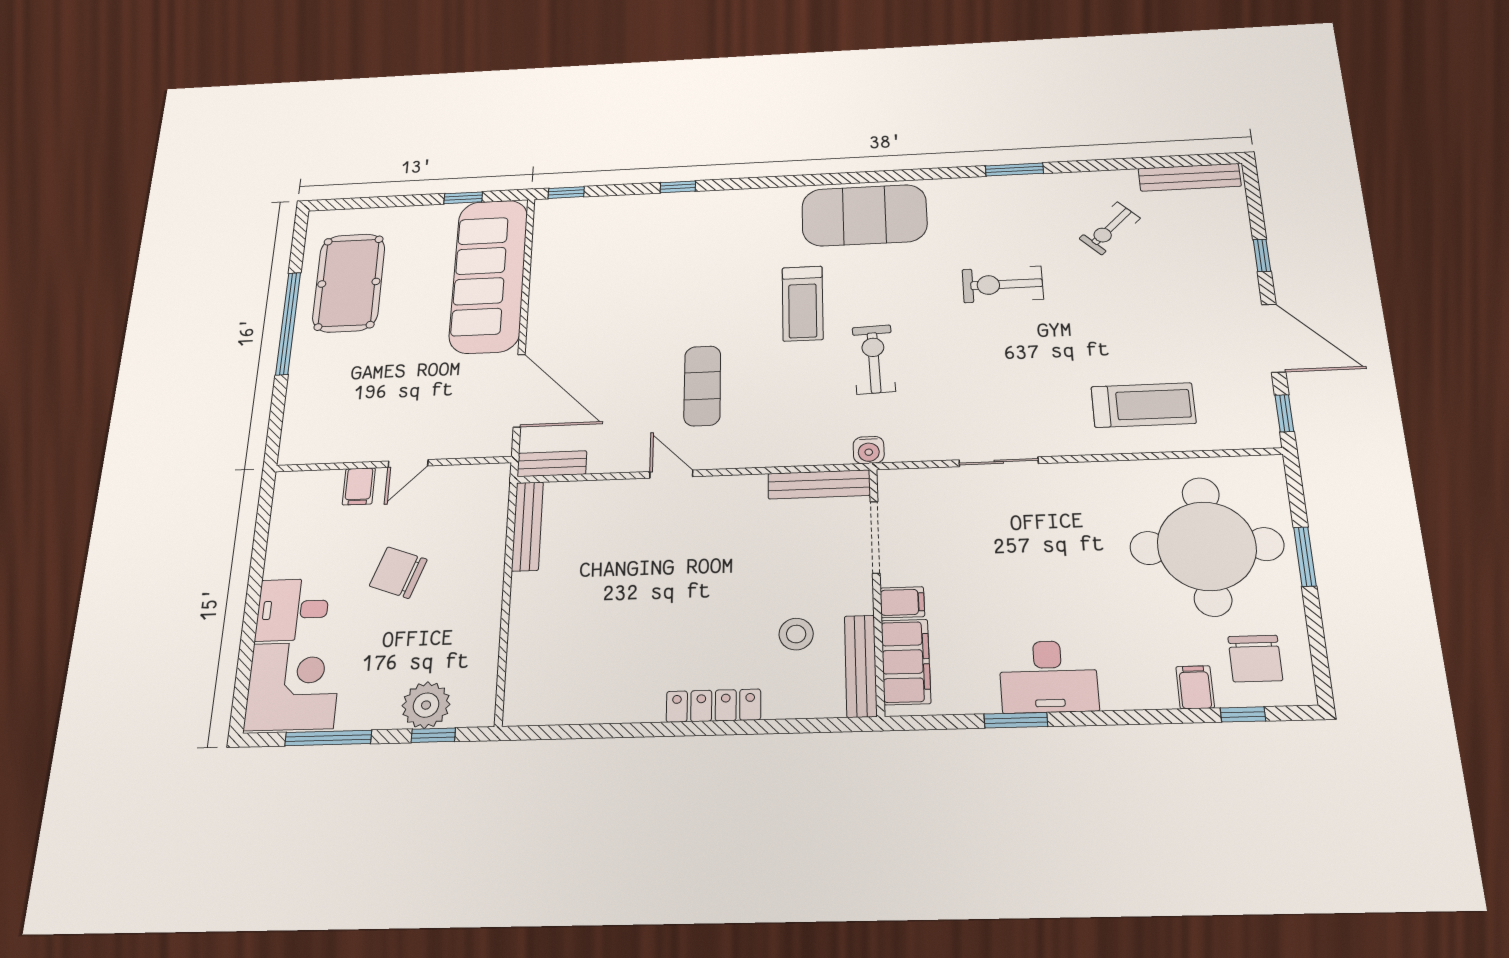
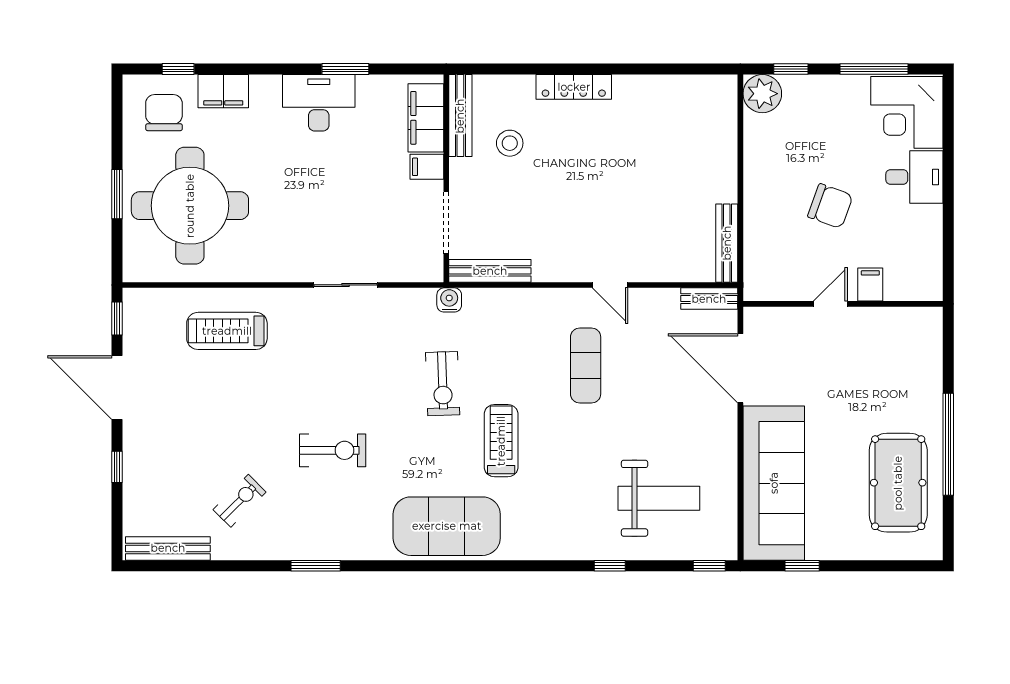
weight bench: (620, 255) -> (659, 498), added
filing cabinet: (1195, 687) -> (223, 91), width x2.00
plant: (426, 705) -> (762, 94), moved

